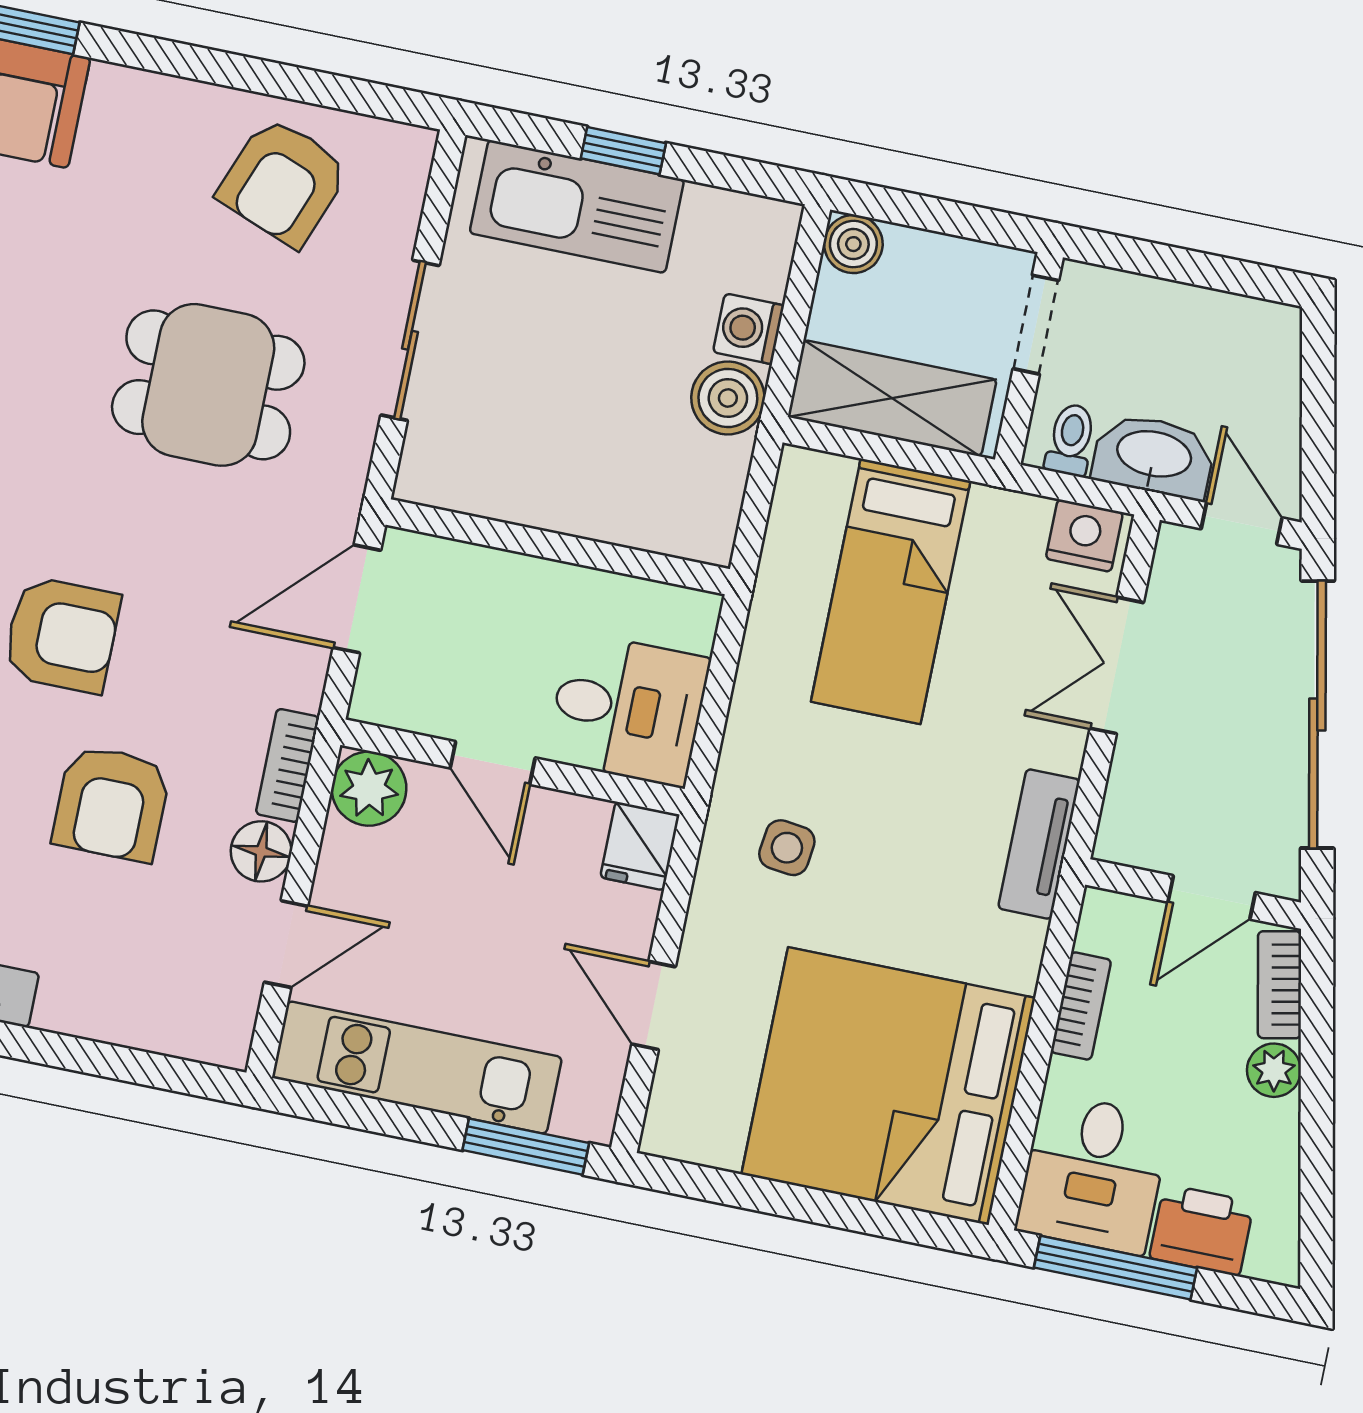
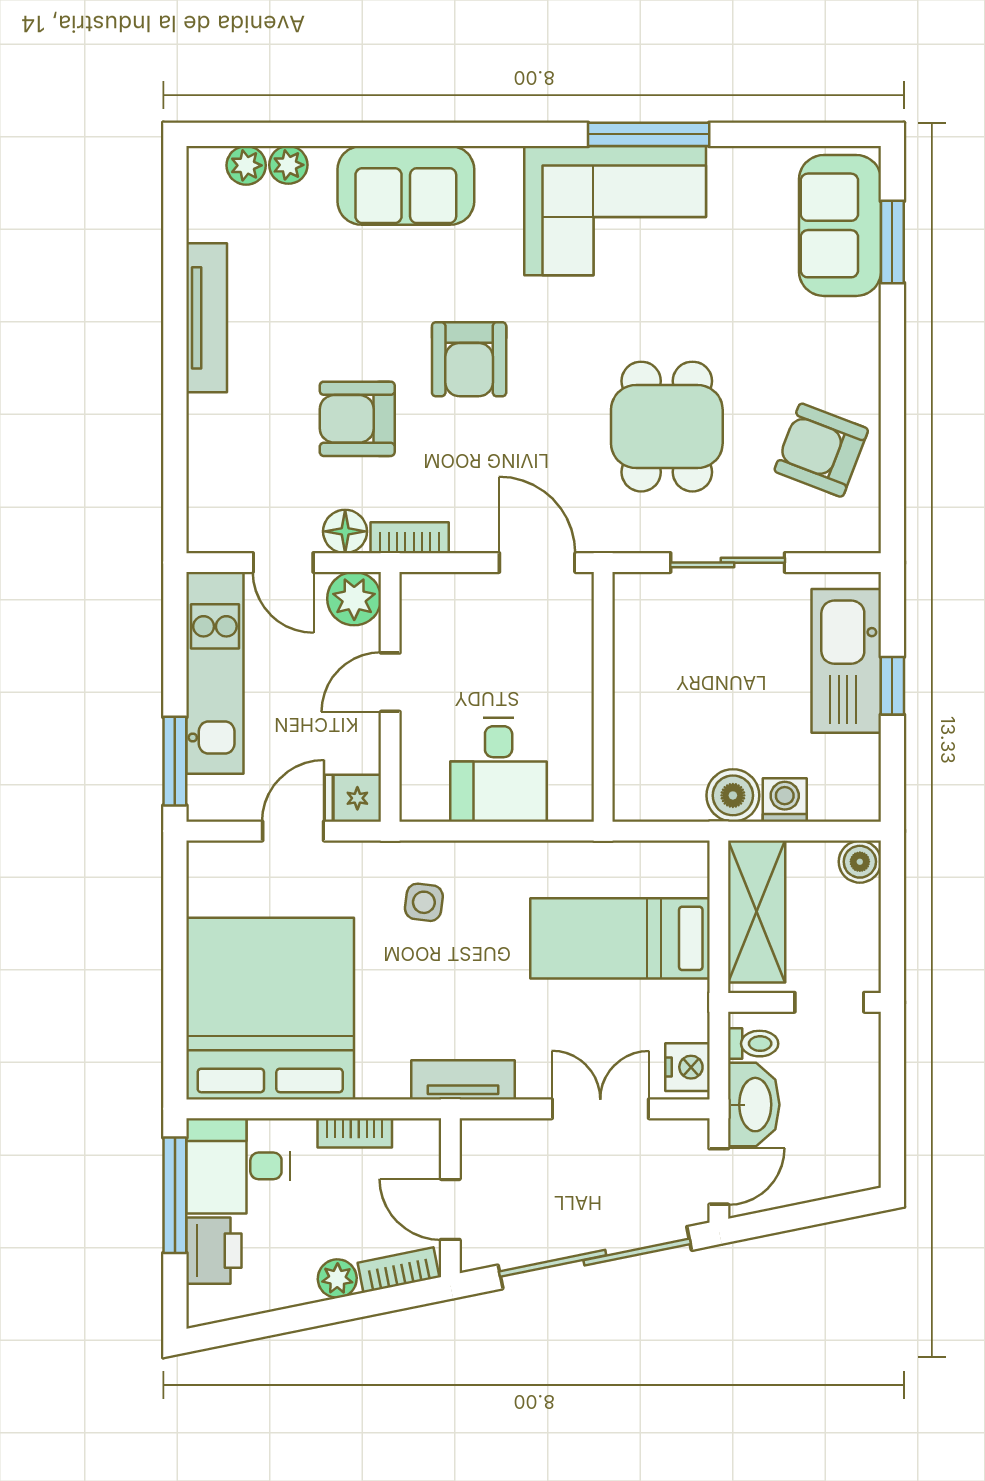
door: (493, 763) -> (390, 682), moved
wall: (512, 767) -> (390, 697), moved
plant: (369, 789) -> (354, 599), moved
fridge: (640, 846) -> (353, 798), moved

